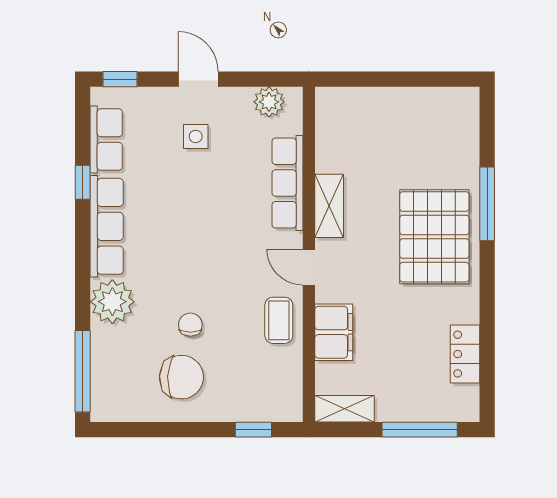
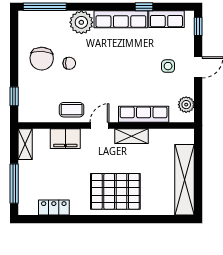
shelving: (412, 105) -> (185, 180), added
window: (487, 204) -> (133, 219), removed

